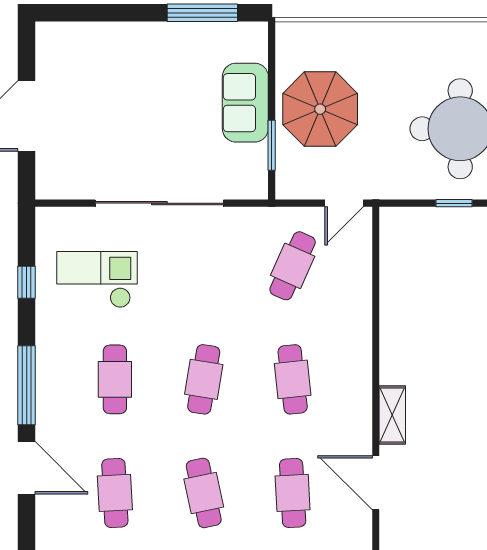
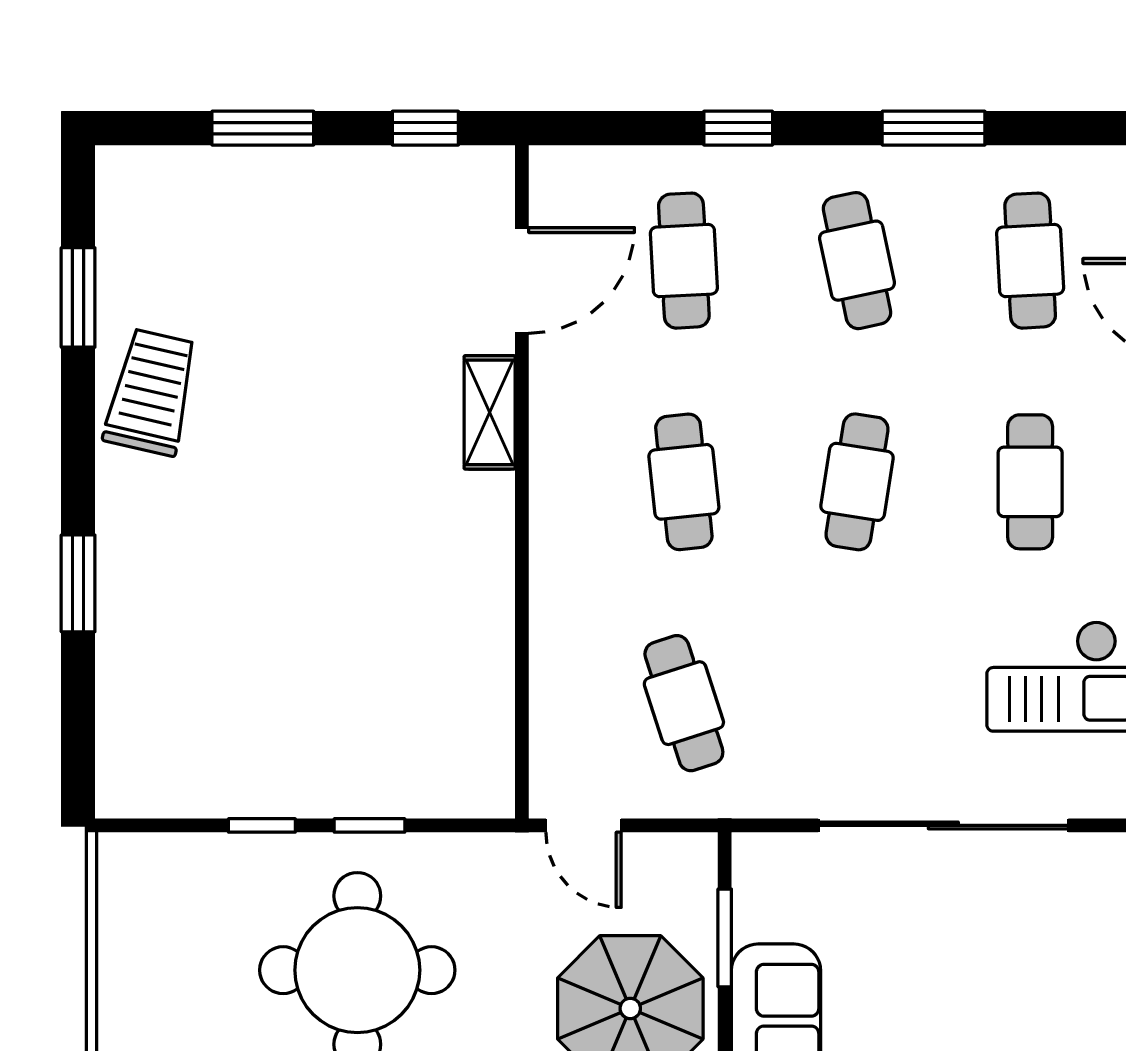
door: (344, 203) -> (584, 825), swing flipped
cafe table: (293, 266) -> (684, 703), turned -42
door: (376, 483) -> (522, 280), hinge flipped

